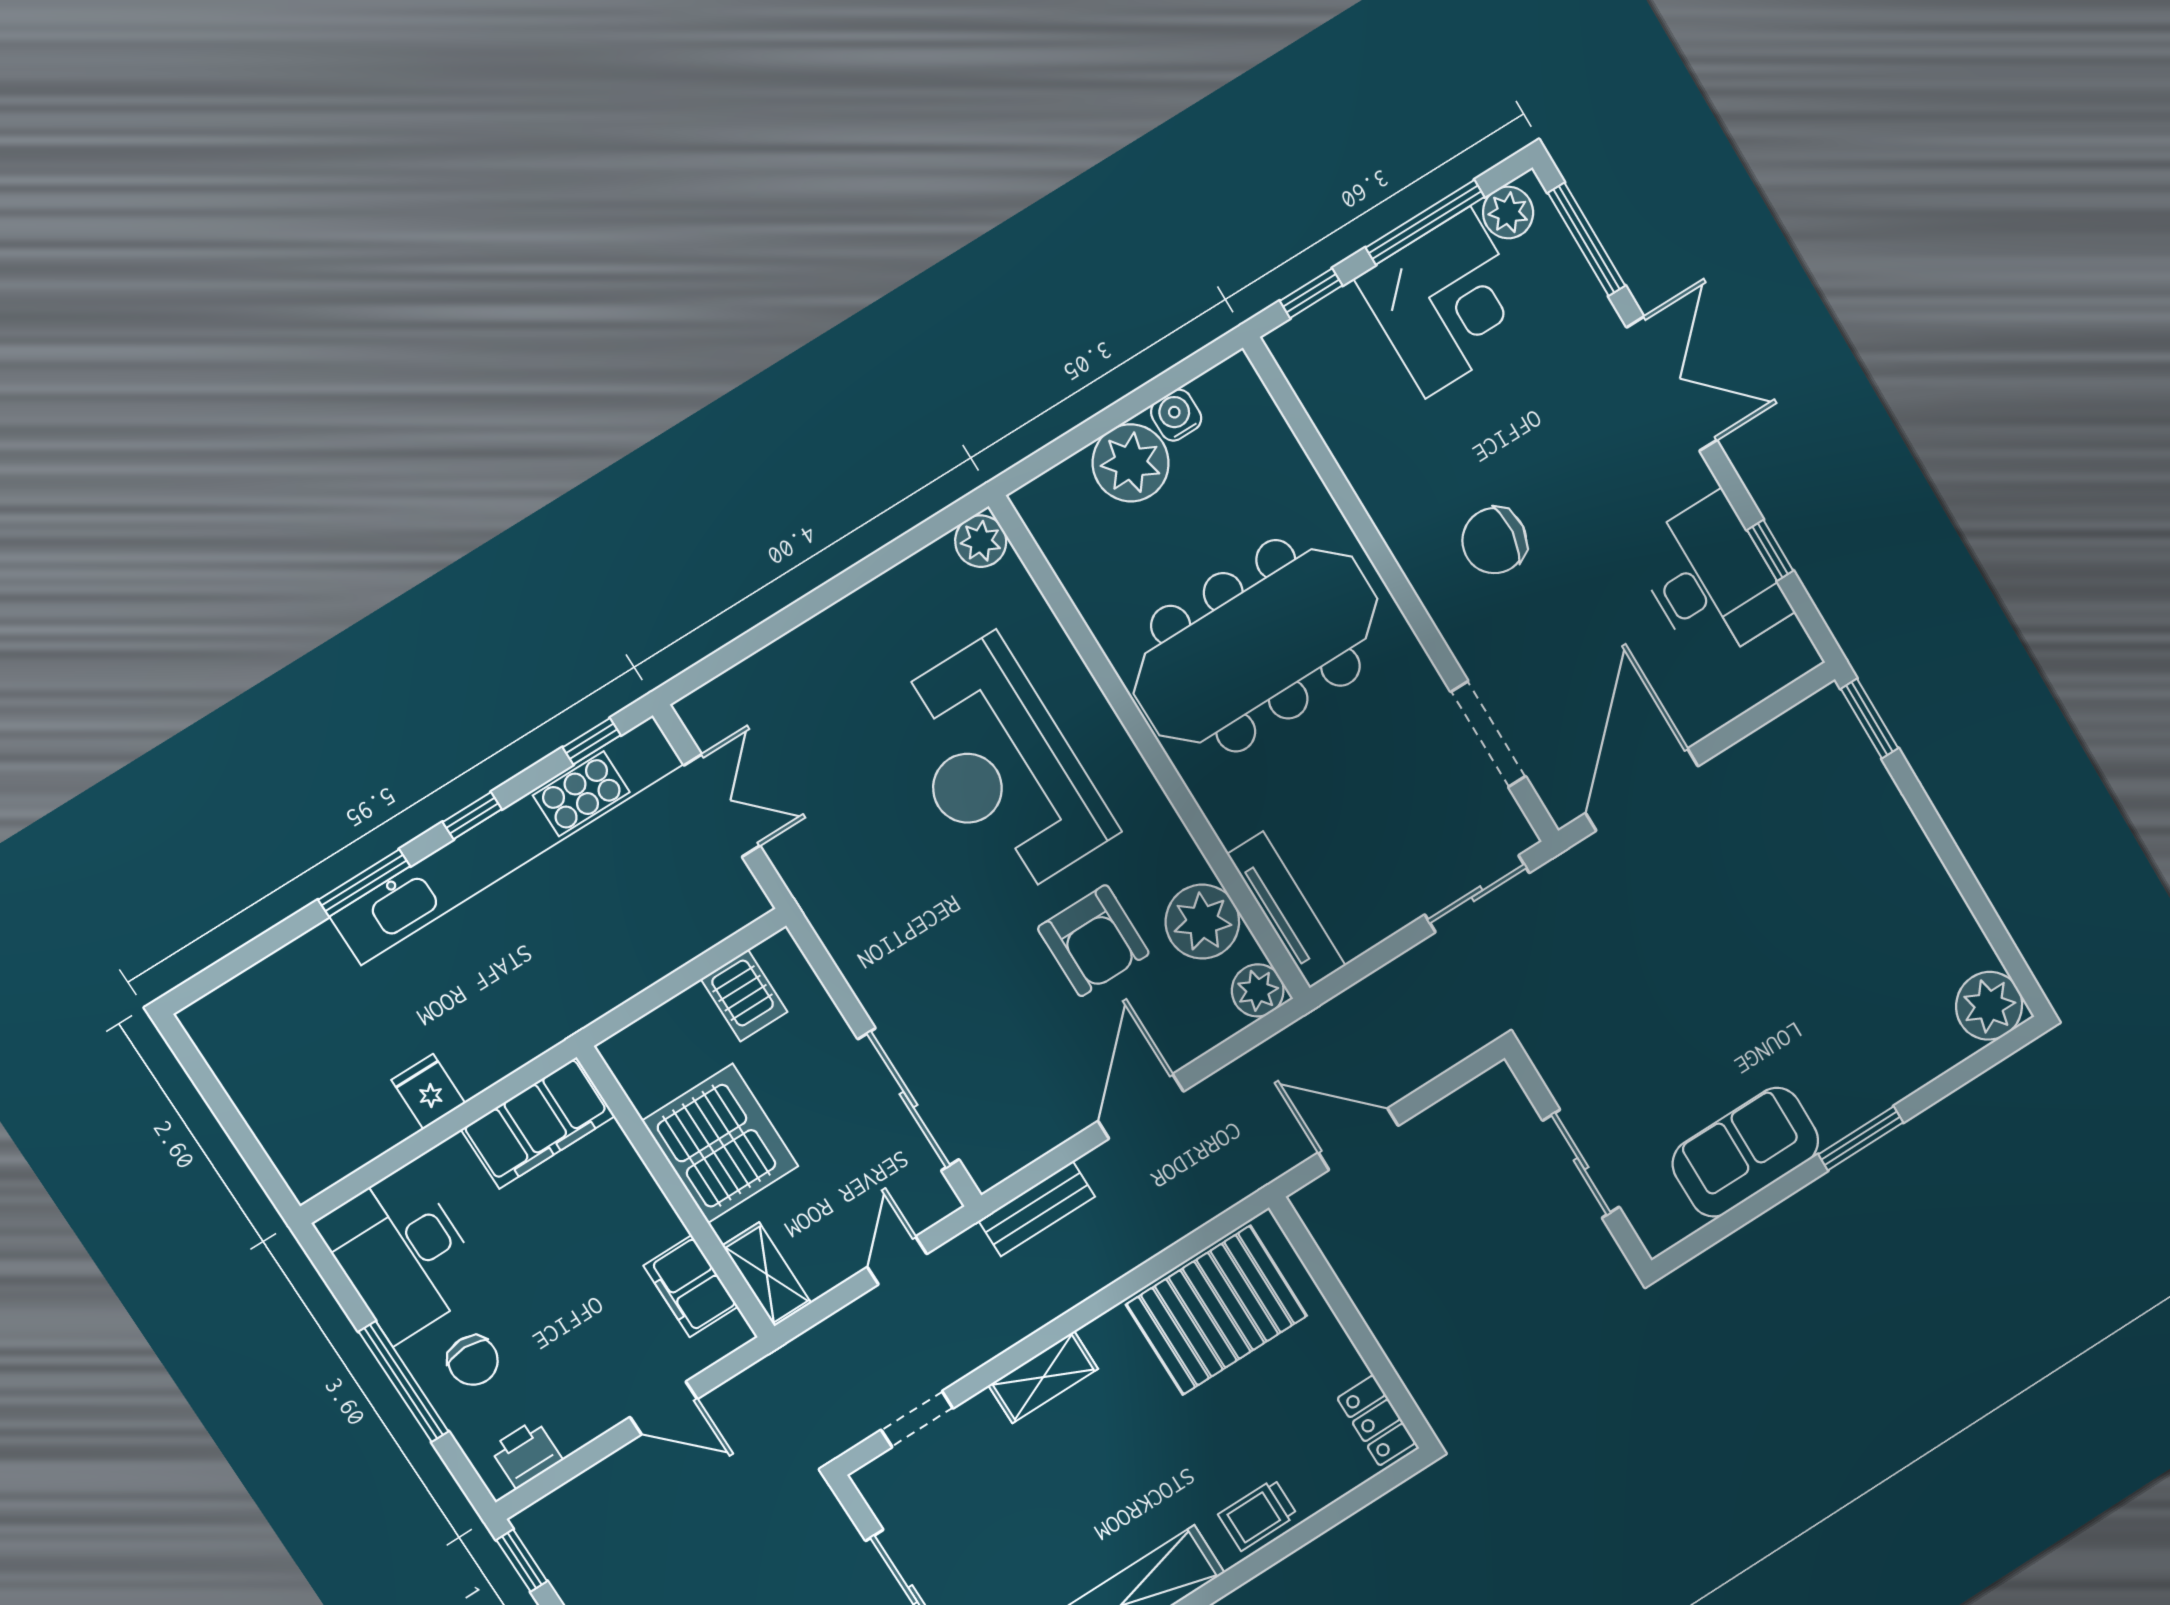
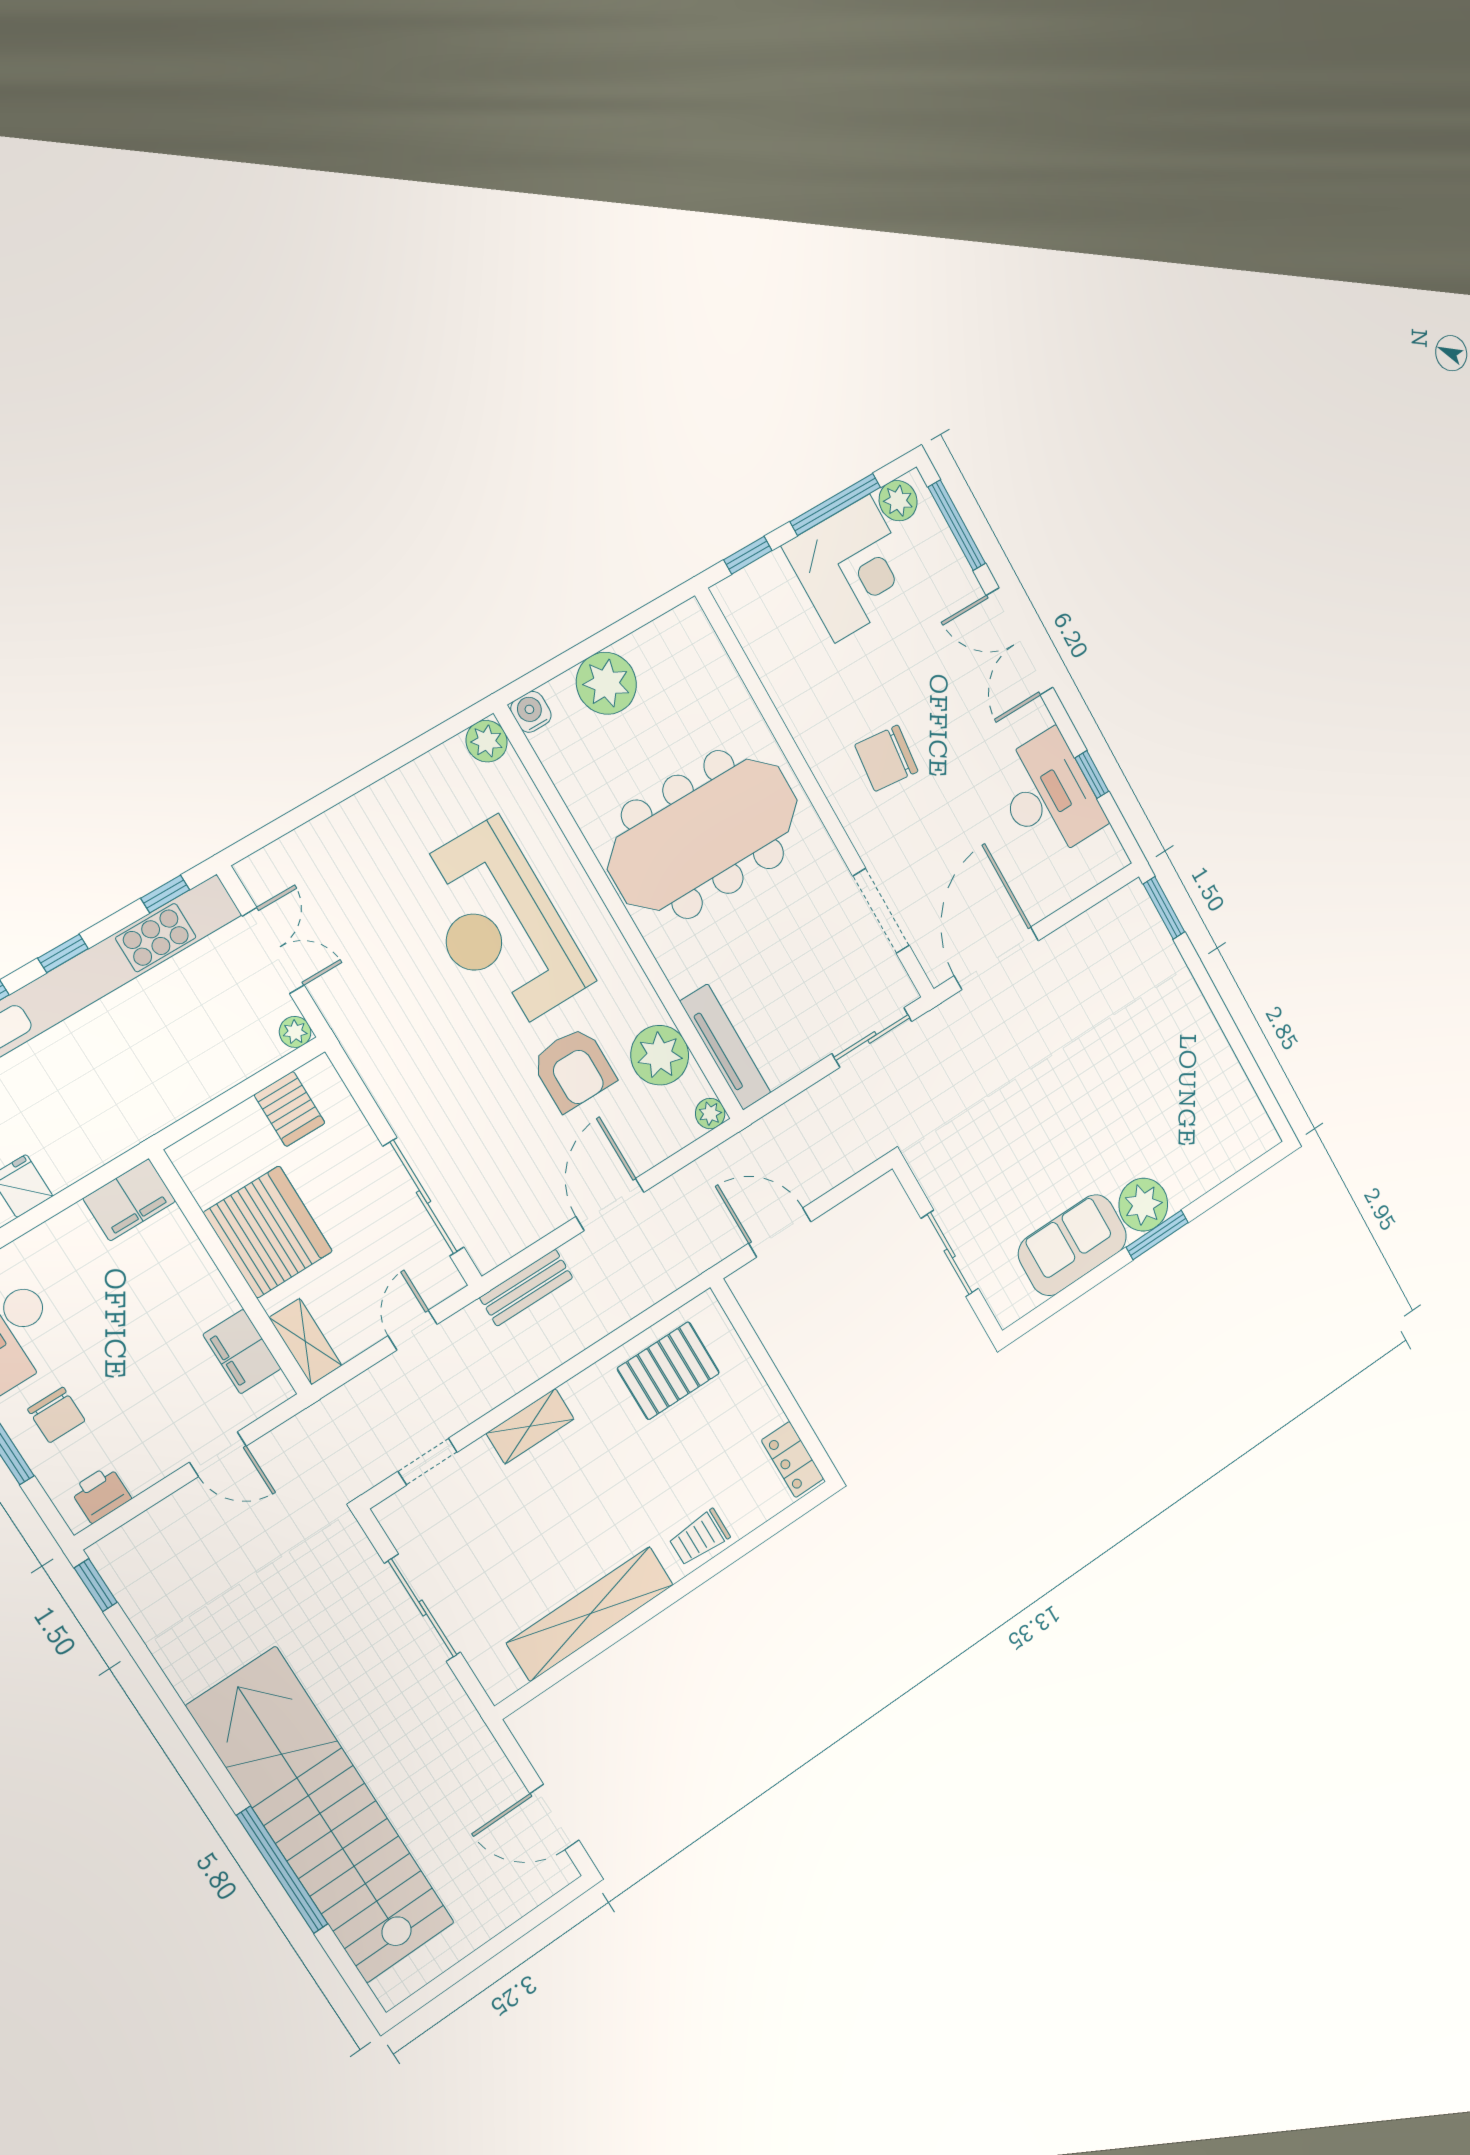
double door: (1672, 384) -> (1020, 641), swing flipped
water cooler: (1176, 415) -> (531, 712), moved
plant: (750, 903) -> (295, 1032), added
plant: (1258, 990) -> (710, 1114), width x0.73, depth x0.73
plant: (1989, 1006) -> (1143, 1205), moved
filing cabinet: (538, 1123) -> (129, 1200), width x0.67, depth x0.86
pallet: (1217, 1310) -> (668, 1371), width x0.73, depth x0.71

